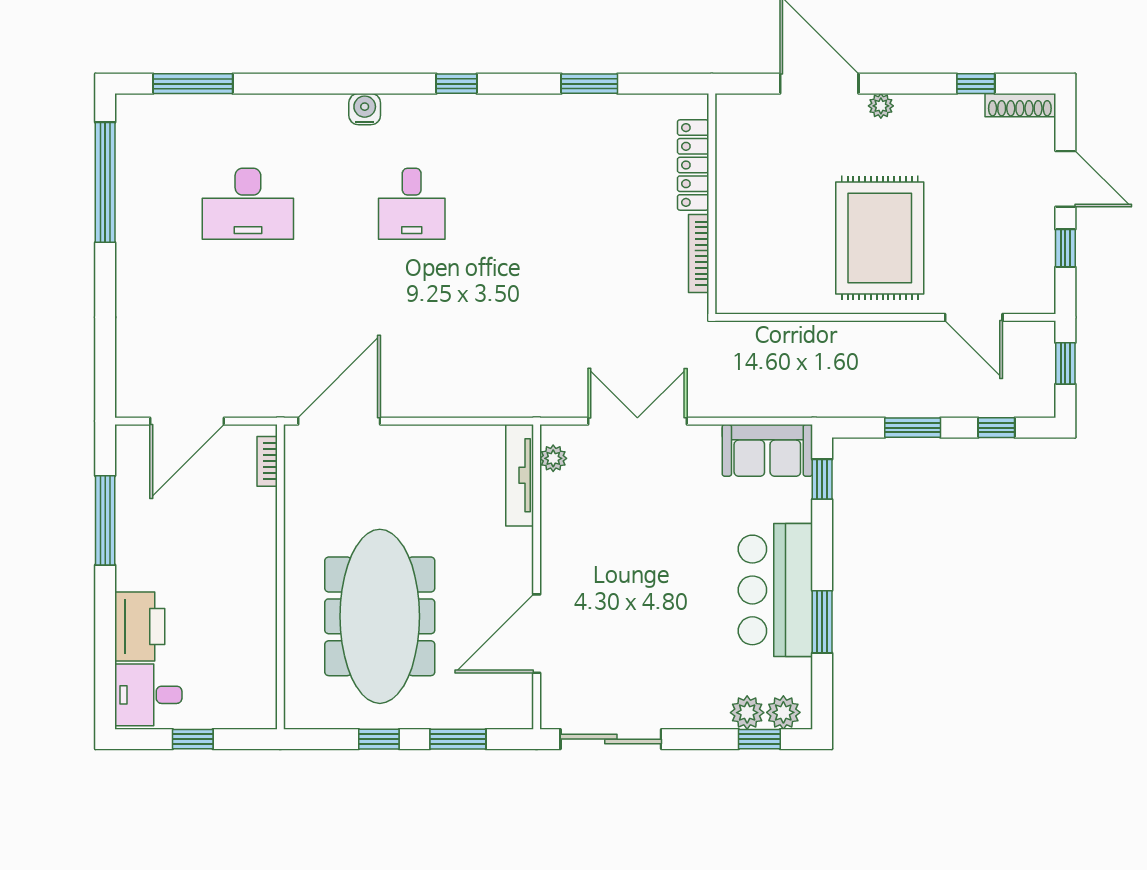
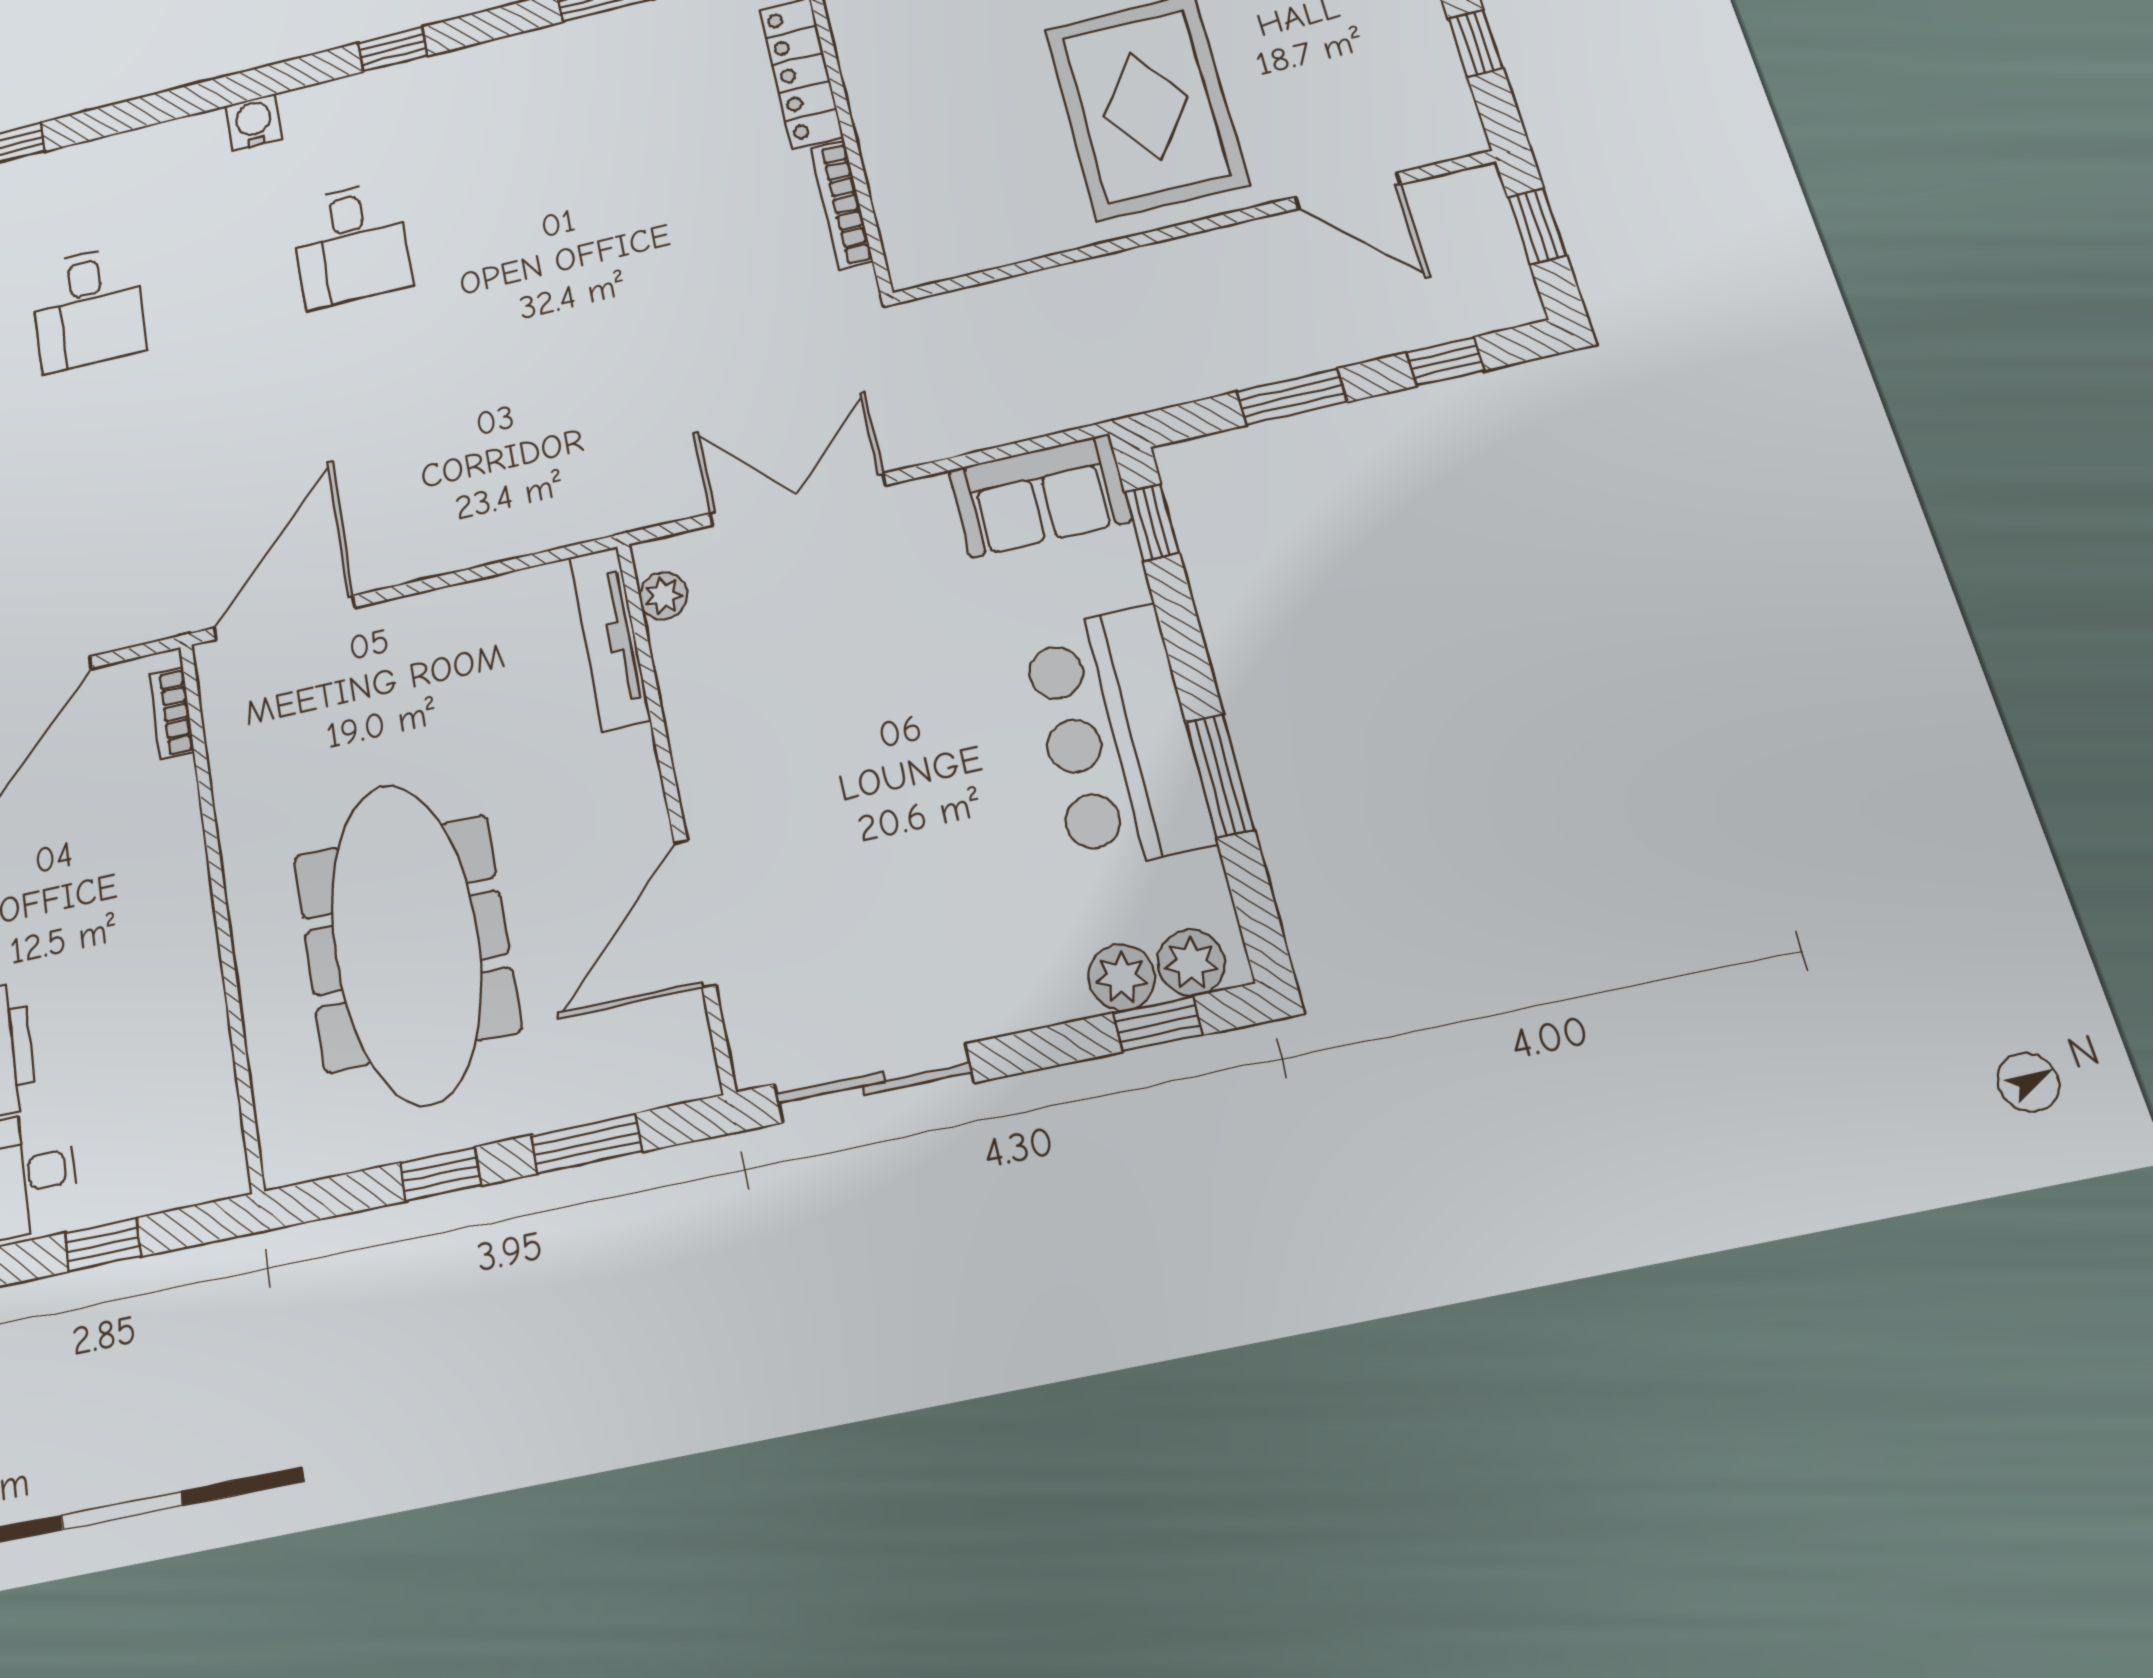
desk: (248, 204) -> (88, 308), width x0.73

